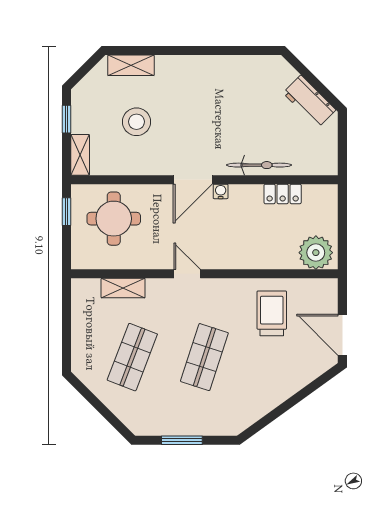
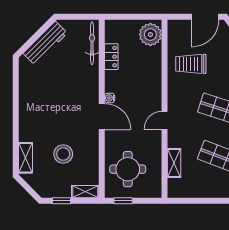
workbench: (309, 101) -> (45, 43), width x1.38
bicycle: (259, 165) -> (92, 43), moved

